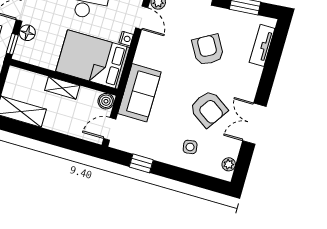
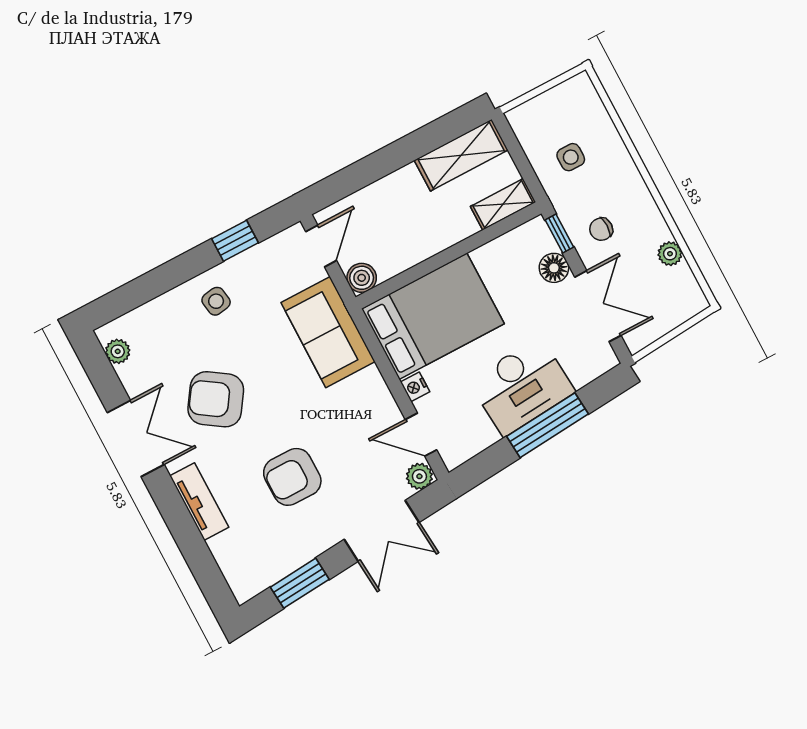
tv unit: (262, 45) -> (199, 502), moved
armchair: (208, 50) -> (292, 477), turned 120
shelving: (62, 88) -> (503, 204), moved
side table: (190, 147) -> (216, 301), moved

